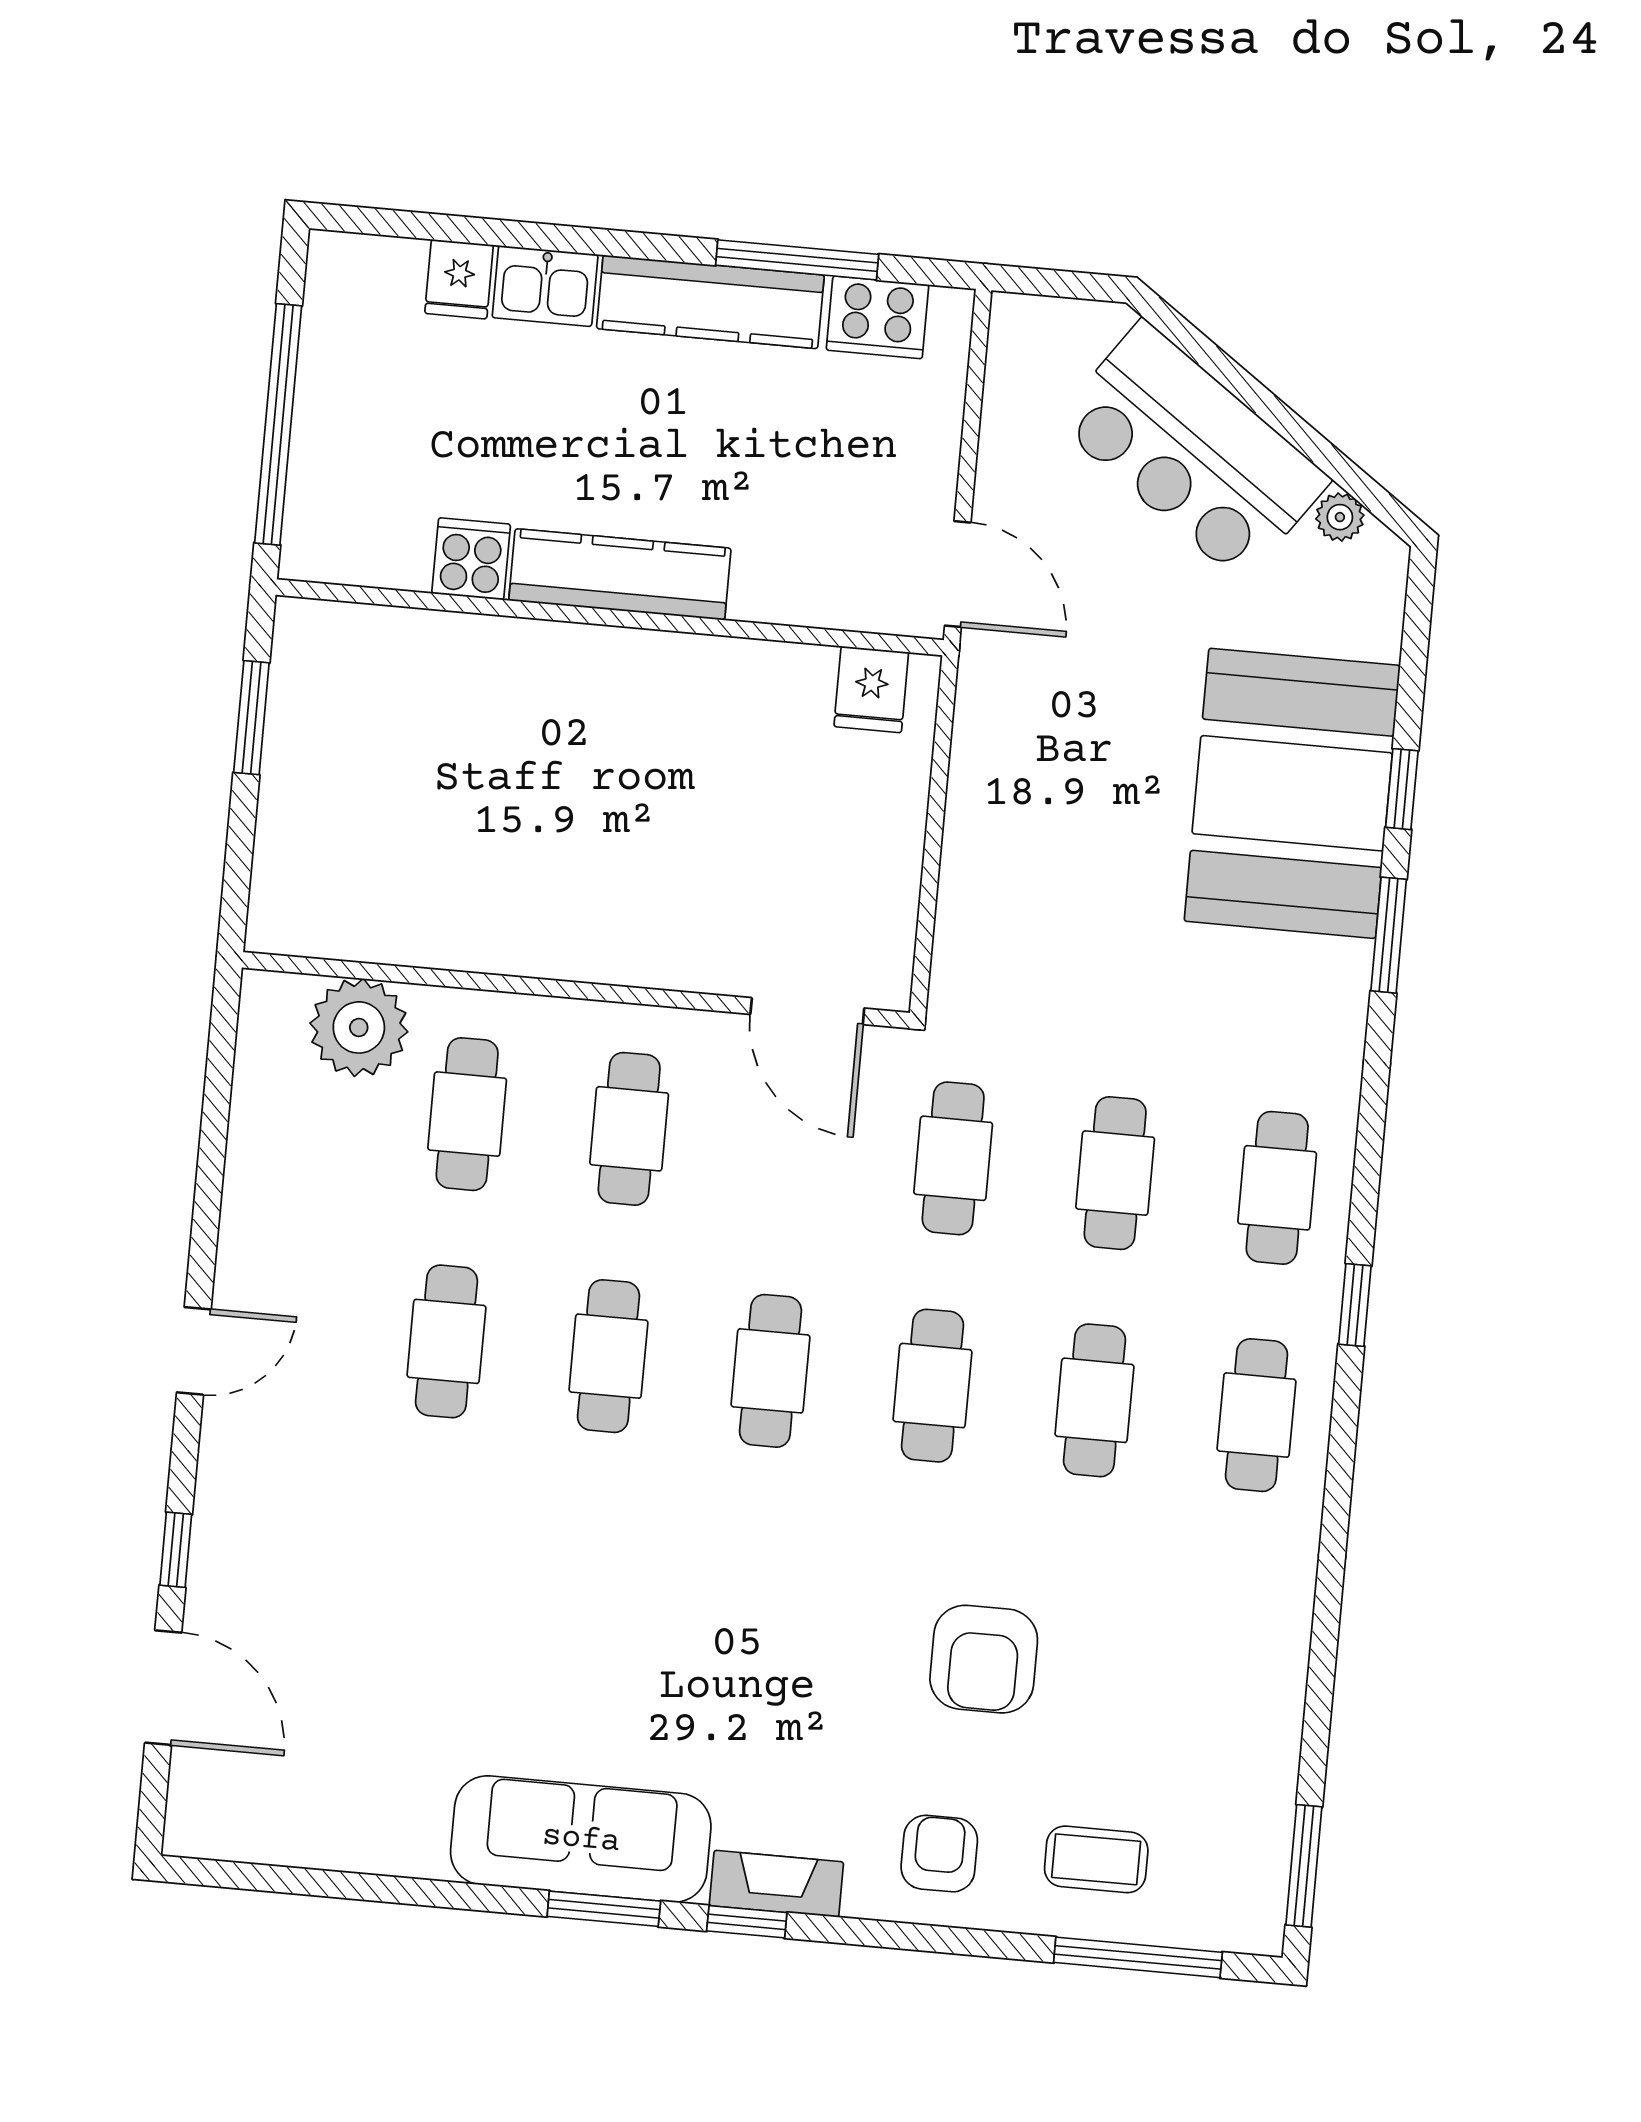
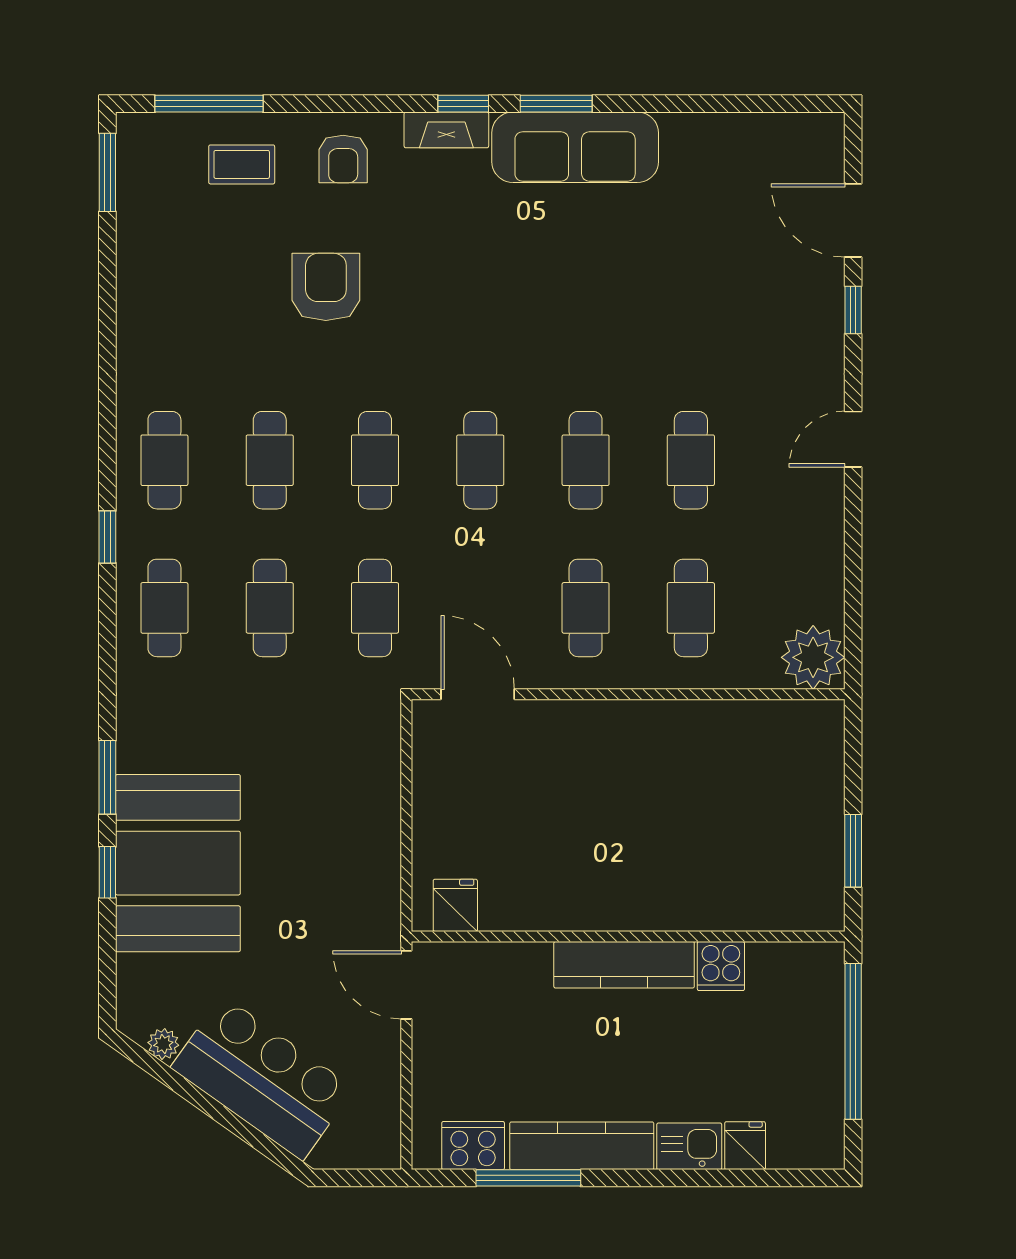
plant: (359, 1027) -> (813, 657), moved

